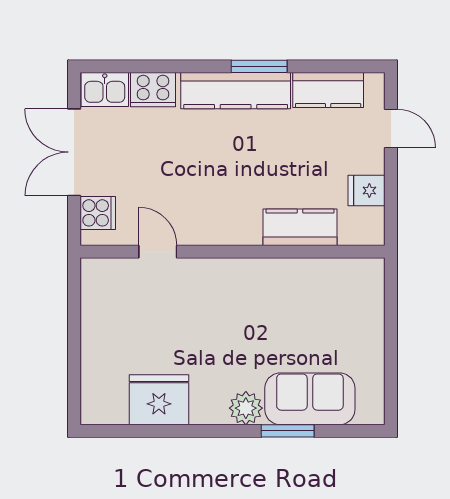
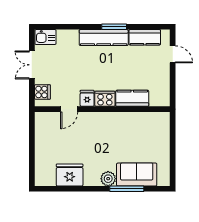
cooker: (153, 90) -> (105, 99), moved, turned 180
double door: (74, 152) -> (32, 65), width x0.73
fridge: (366, 191) -> (87, 98), moved, turned 90
door: (158, 252) -> (69, 109), swing flipped
window: (288, 431) -> (127, 189), width x1.44

